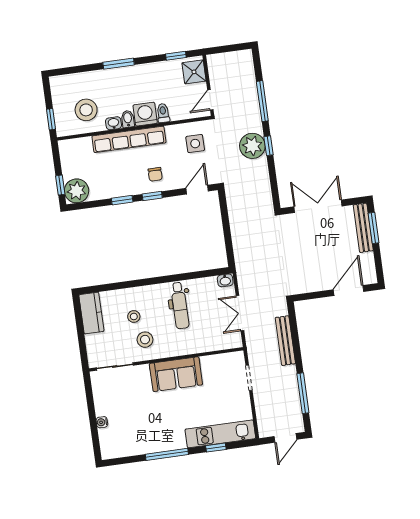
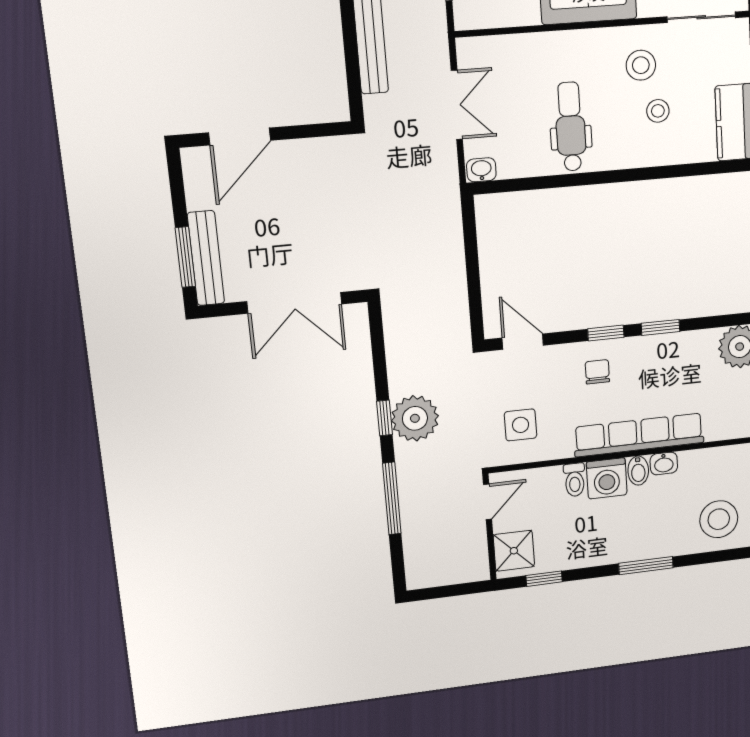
stool: (86, 110) -> (719, 519), moved
door: (197, 190) -> (523, 342), swing flipped

